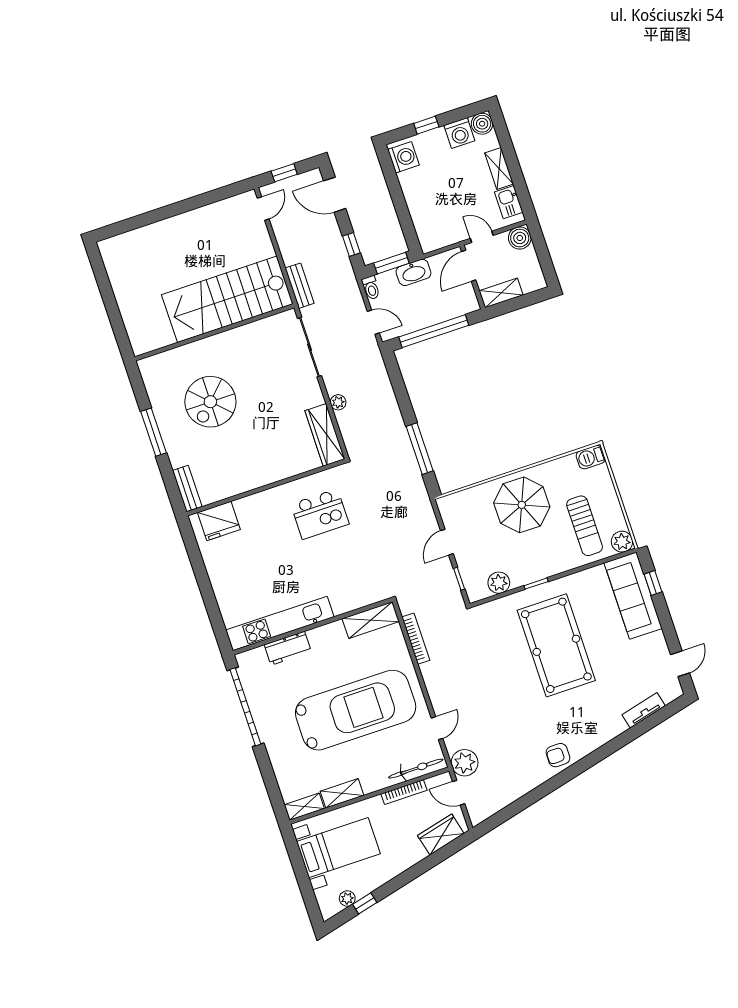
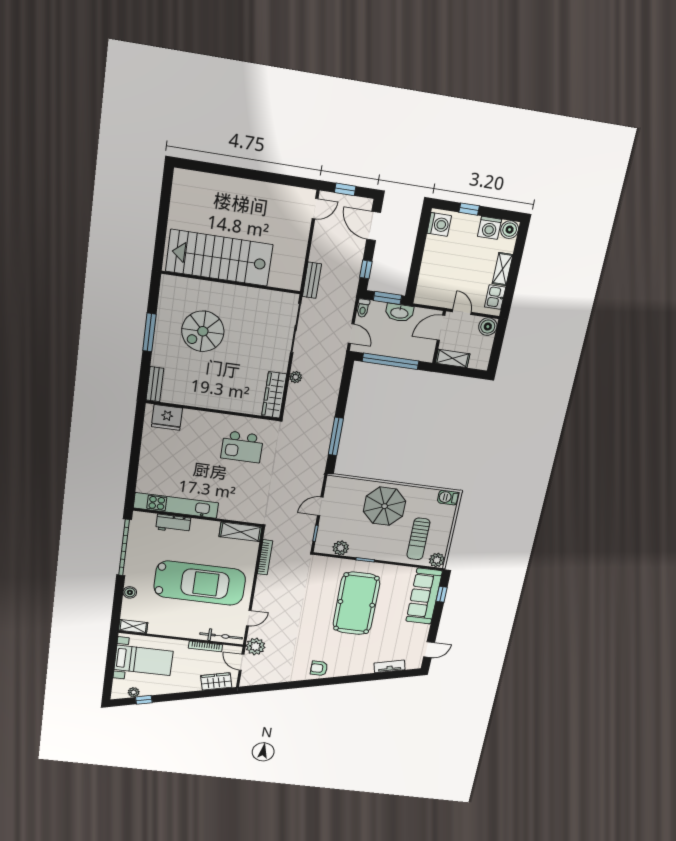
stairs: (227, 299) -> (219, 258), moved
boiler: (279, 763) -> (130, 592), added
shelving: (342, 793) -> (163, 629), removed

